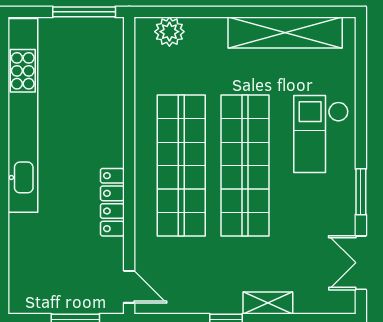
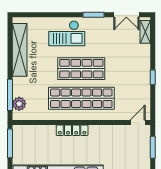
window: (188, 12) -> (10, 95), added
shop shelf: (245, 166) -> (81, 69), width x0.71
locker: (112, 202) -> (72, 130), moved
shelving: (268, 303) -> (145, 32), moved

